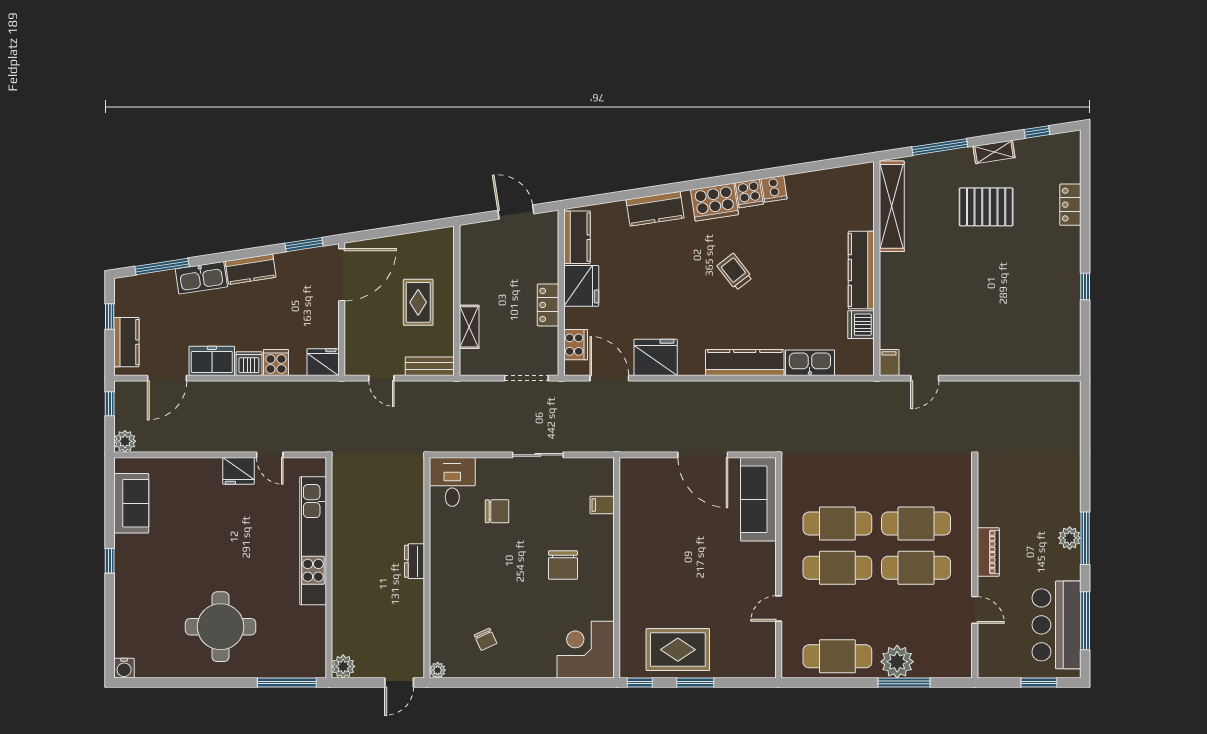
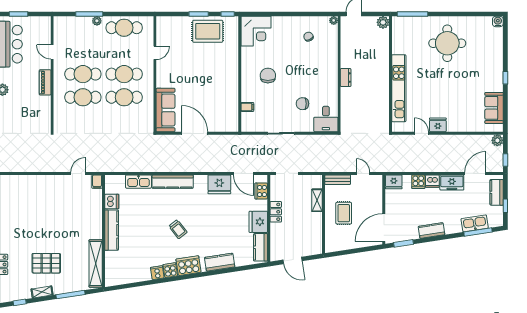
kitchen sink: (201, 278) -> (475, 223), moved
plant: (897, 662) -> (97, 21), width x0.53, depth x0.53

